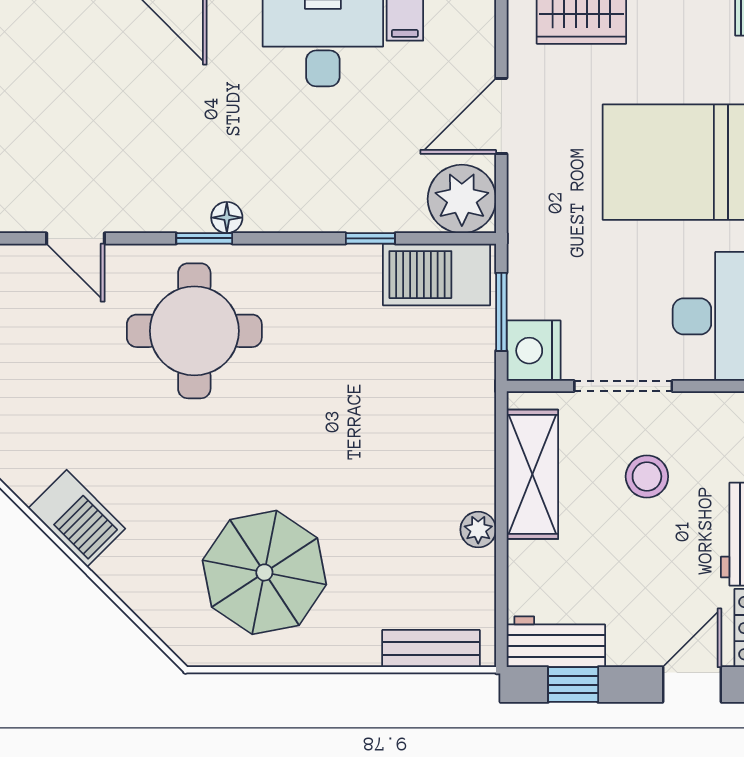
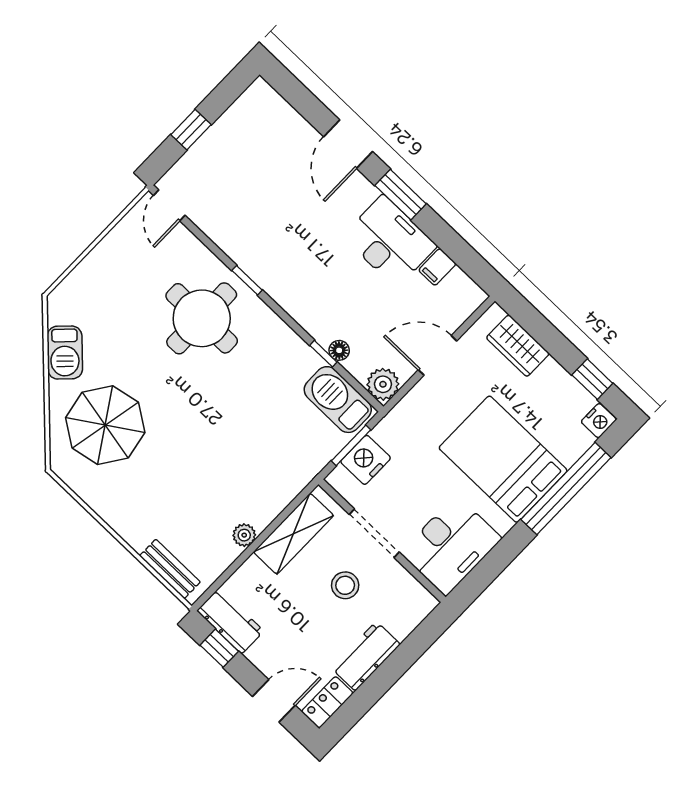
plant: (462, 199) -> (383, 384), width x0.73, depth x0.73
floor lamp: (227, 218) -> (339, 350), moved
door: (76, 238) -> (169, 205), moved
nightstand: (534, 351) -> (366, 460), moved
parasol: (264, 572) -> (105, 425), moved

